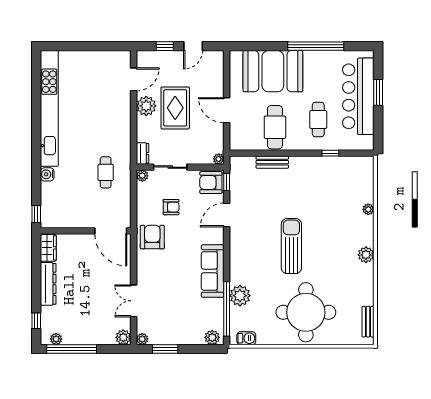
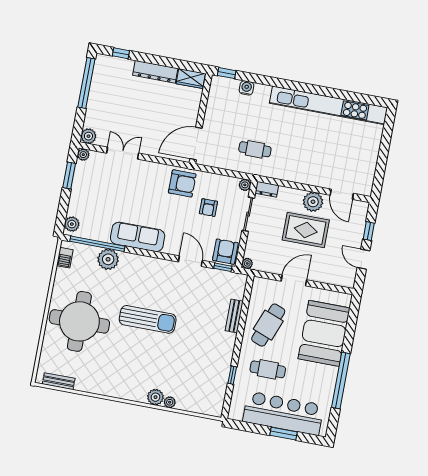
cafe table: (275, 127) -> (268, 325), turned -69
water cooler: (47, 174) -> (246, 88), moved
plant: (366, 255) -> (155, 397), moved
plant: (56, 339) -> (99, 69), removed

